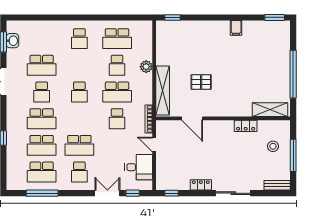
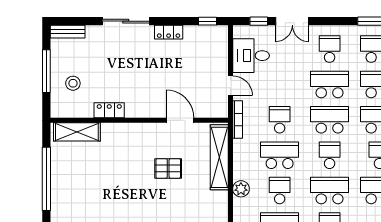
school desk: (79, 65) -> (330, 191), added
school desk: (79, 119) -> (330, 120), added

